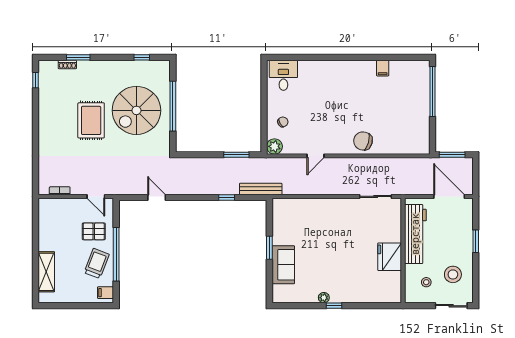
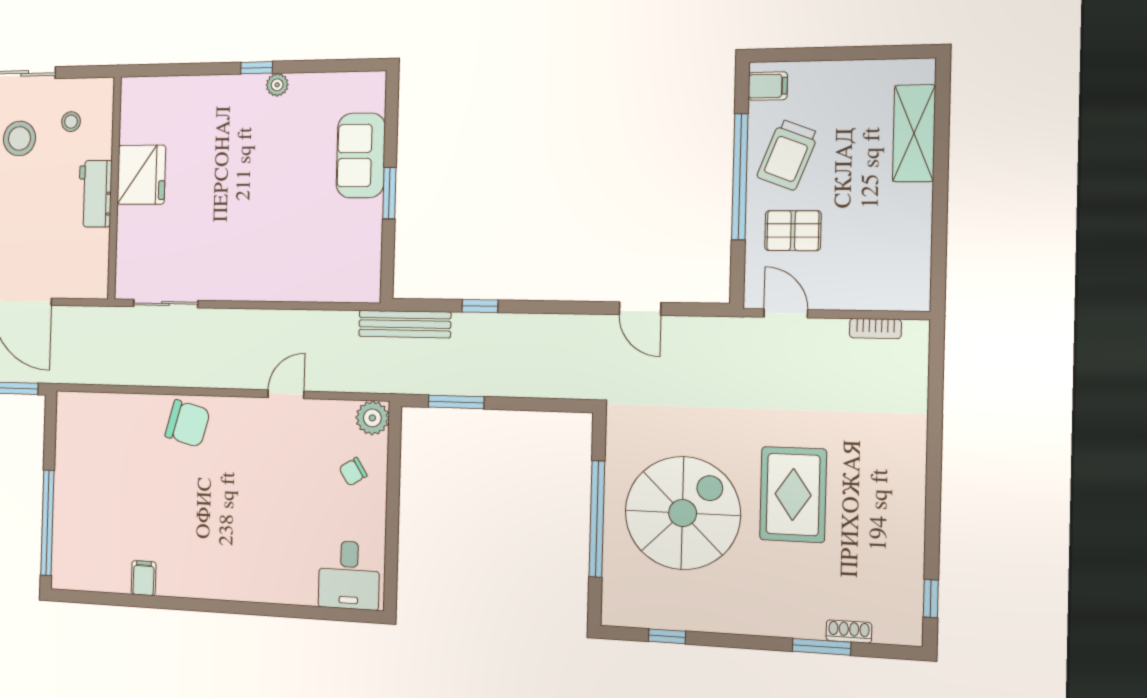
workbench: (415, 234) -> (95, 194), width x0.53, depth x0.76

